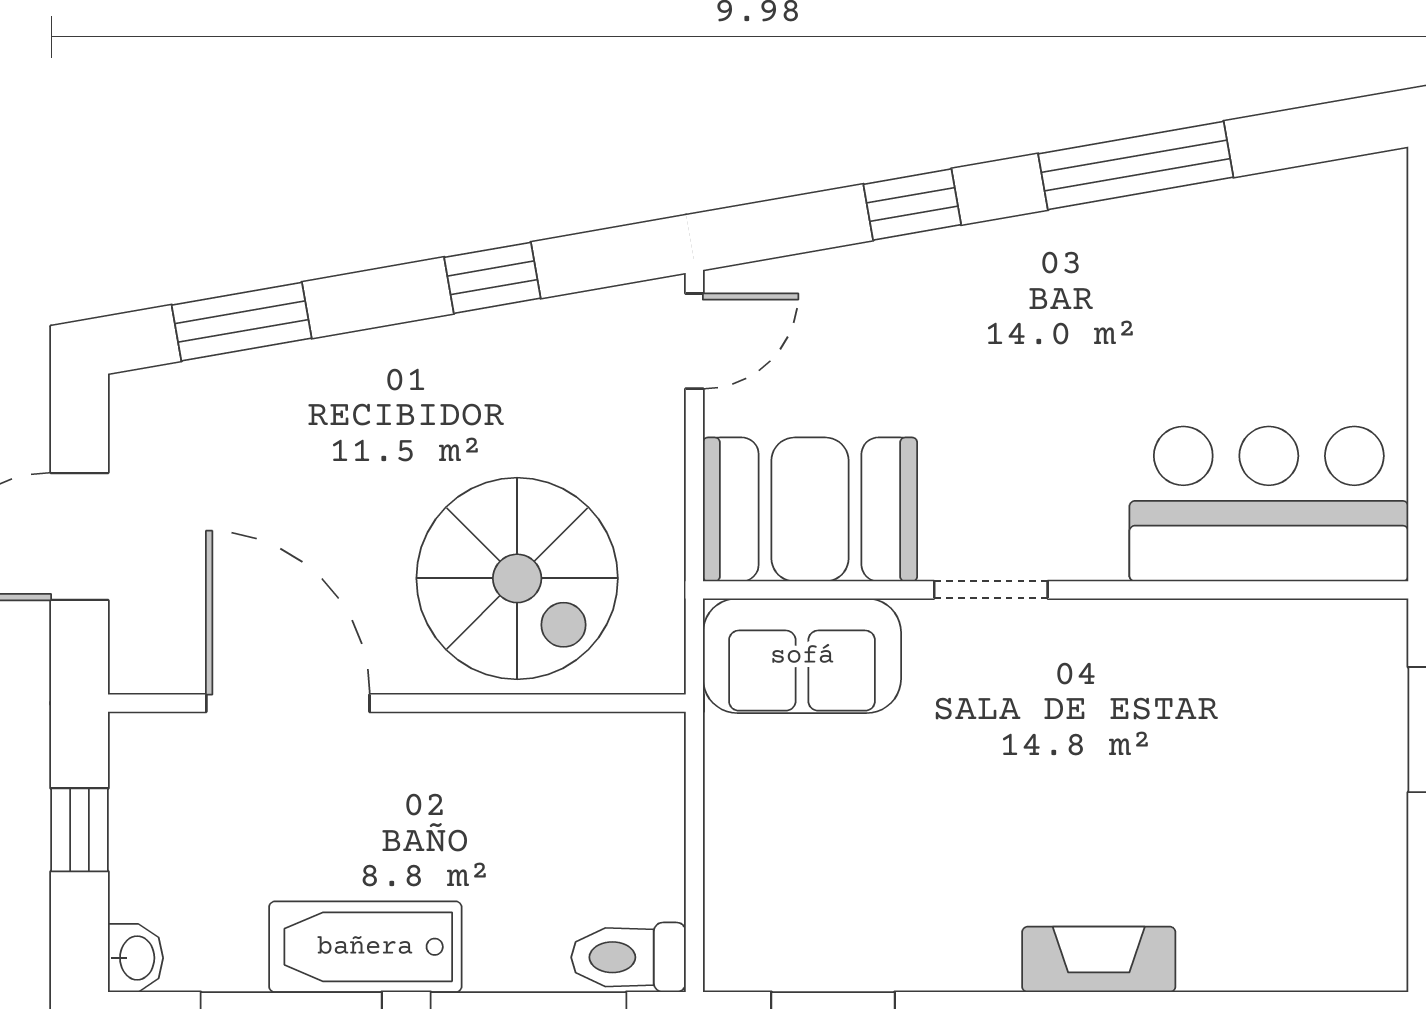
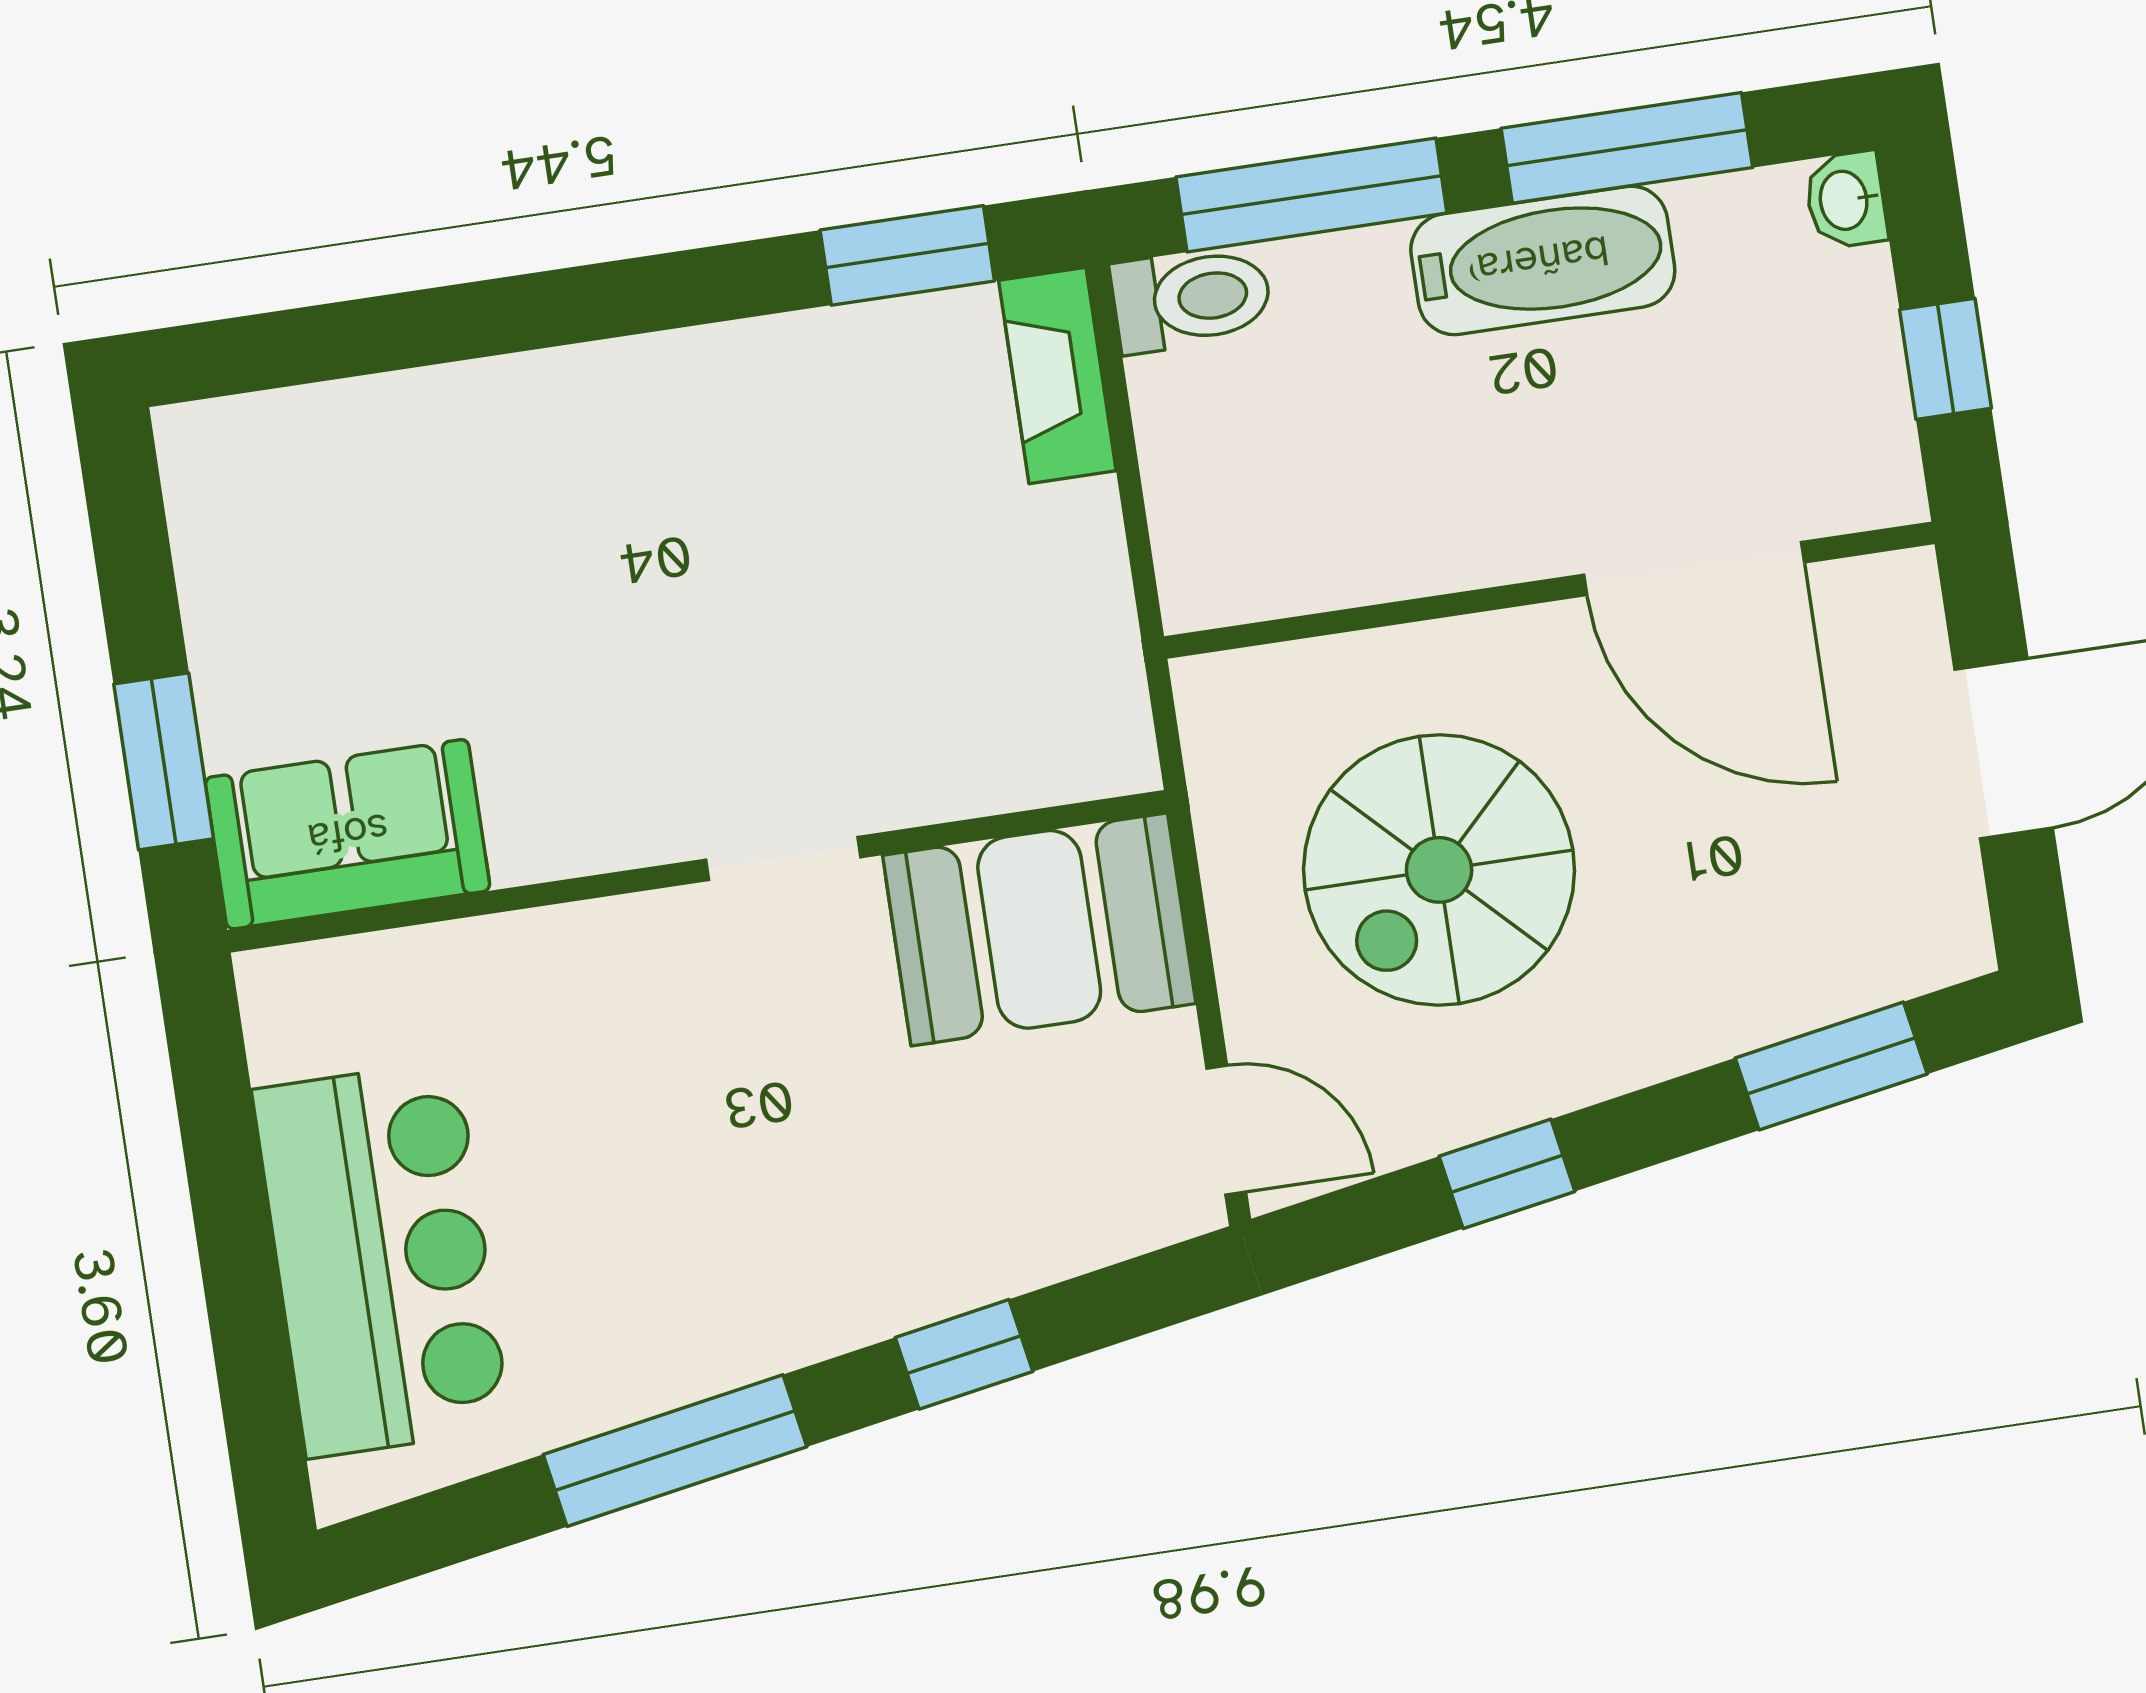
door: (694, 341) -> (1226, 1130), swing flipped
bar counter: (1269, 504) -> (382, 1259), moved, turned -90
spiral stairs: (517, 578) -> (1439, 870), moved, turned -90
sofa: (802, 656) -> (348, 834), moved
fireplace: (1099, 959) -> (1057, 376), moved, turned 90

